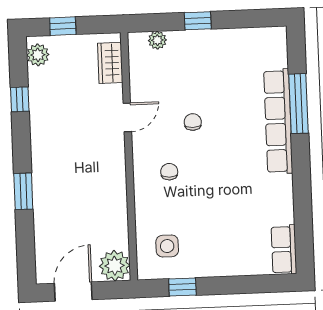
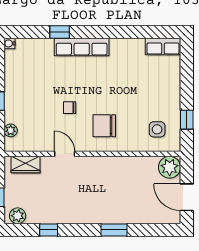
water cooler: (280, 34) -> (9, 43), added
window: (299, 104) -> (60, 32), width x0.46
row of seats: (278, 121) -> (82, 47), width x0.73
chair: (169, 172) -> (104, 126), width x1.87, depth x1.87

